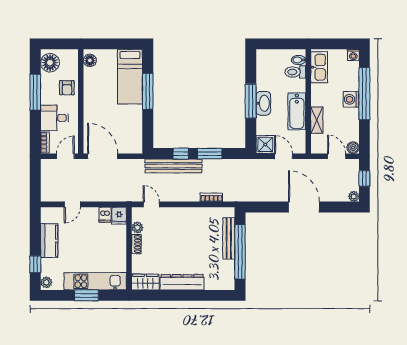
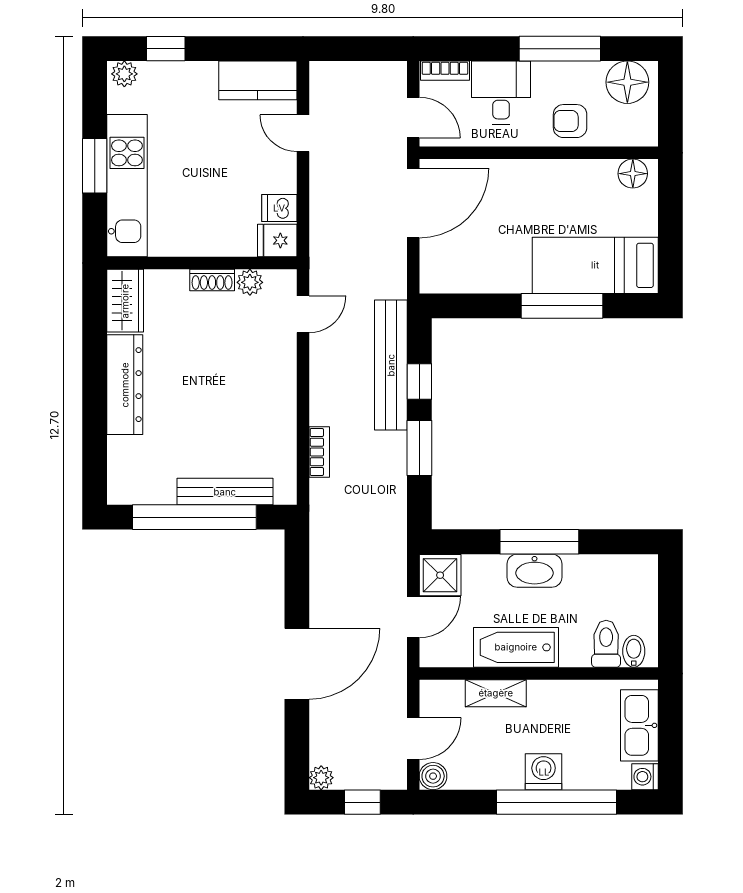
kitchen sink: (319, 67) -> (639, 725), moved, turned 90
kitchen counter: (49, 241) -> (258, 80), moved

